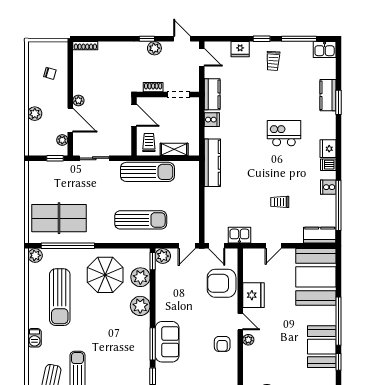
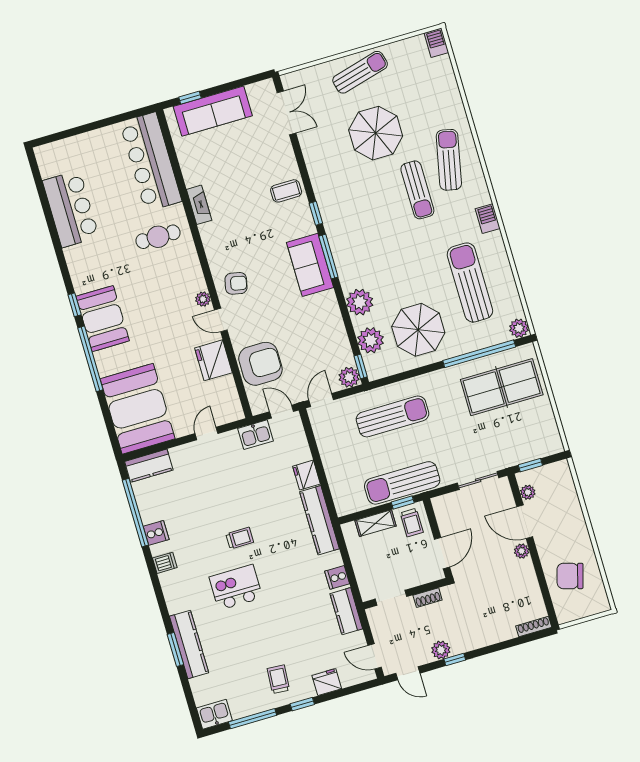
chair: (50, 73) -> (570, 576), width x1.87, depth x1.87
kitchen counter: (328, 95) -> (189, 644), width x1.50
plant: (35, 114) -> (575, 517), removed
door: (134, 115) -> (442, 553), swing flipped
kitchen island: (284, 133) -> (236, 587), turned 180
fridge: (328, 149) -> (306, 475), moved, turned 180
window: (151, 158) -> (403, 502), added
trolley: (280, 202) -> (240, 538), moved
sun lounger: (141, 220) -> (392, 416), turned 180
armchair: (222, 344) -> (236, 283), turned 102

